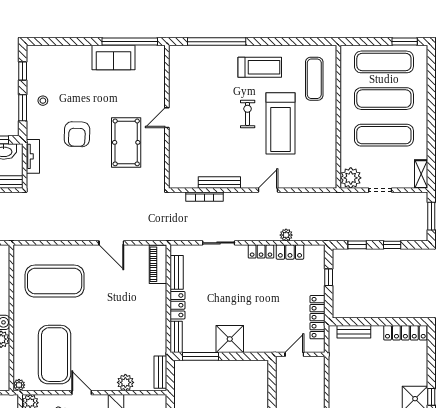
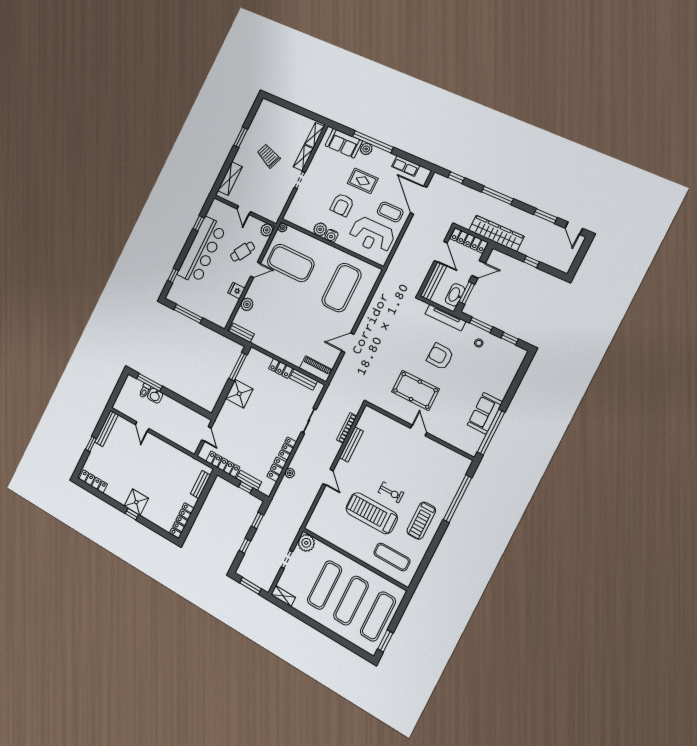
tv unit: (33, 156) -> (445, 318), width x1.41
bench: (176, 337) -> (249, 480), moved

